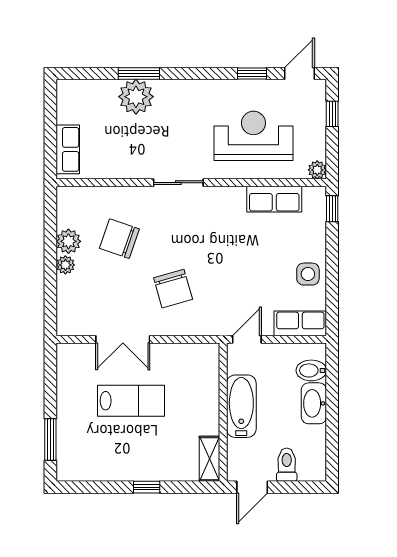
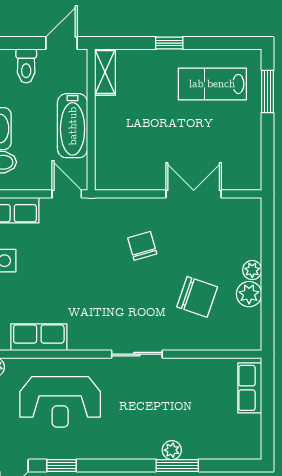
plant: (136, 97) -> (172, 450), width x0.53, depth x0.53
chair: (173, 289) -> (142, 246), width x0.73, depth x0.73
door: (247, 339) -> (67, 194), swing flipped
lab bench: (131, 401) -> (212, 84), moved

